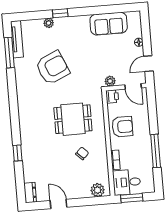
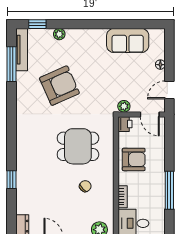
window: (60, 13) -> (37, 24), moved

